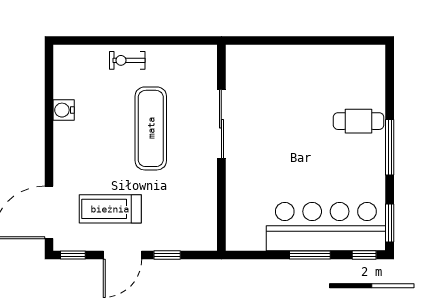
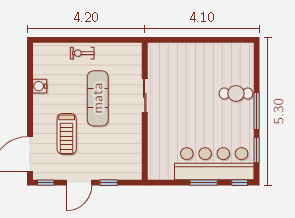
sliding door: (221, 124) -> (145, 95), width x0.73
treadmill: (110, 209) -> (67, 134), moved, turned -90
window: (390, 223) -> (257, 150), moved

